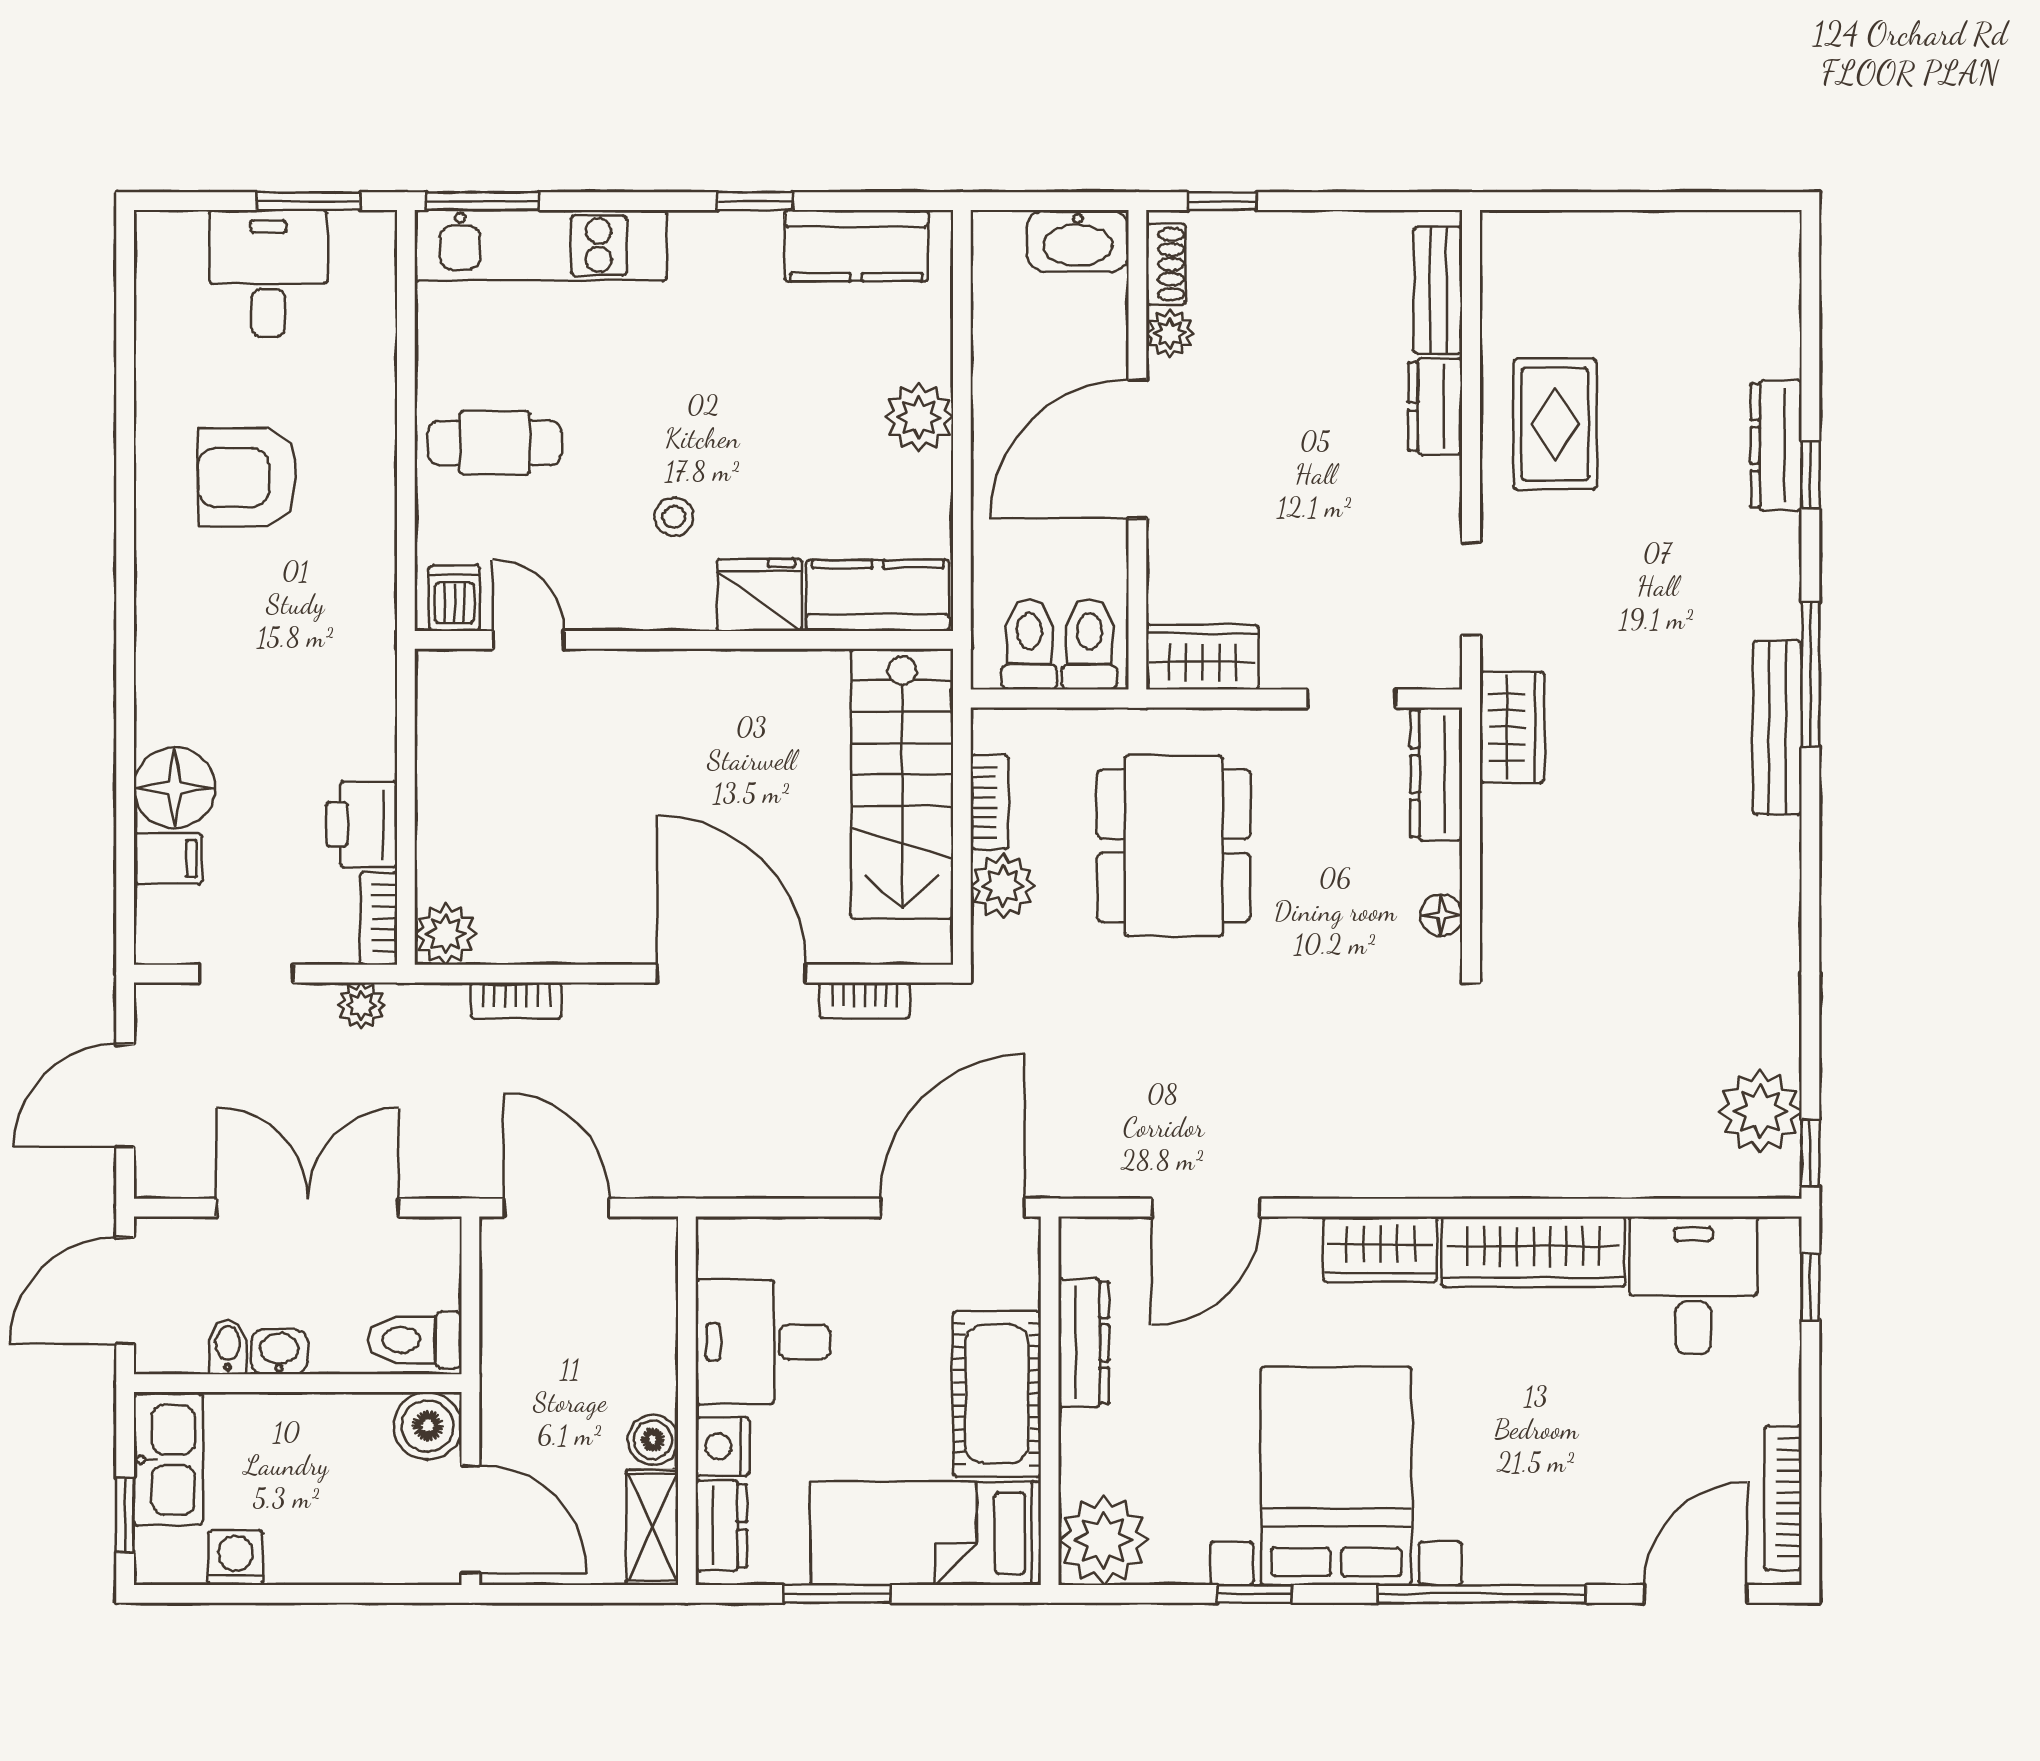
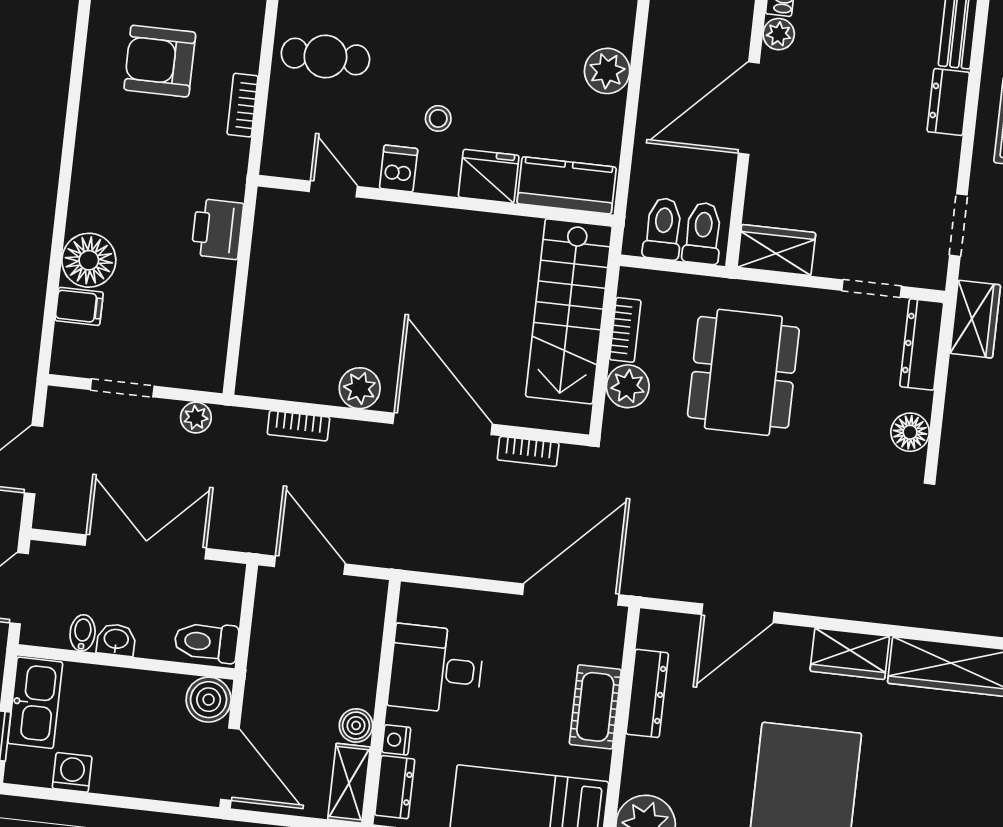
dishwasher: (454, 598) -> (399, 168), moved
printer: (362, 824) -> (217, 229), moved
floor lamp: (1441, 915) -> (910, 432), width x1.37, depth x1.37
bookcase: (379, 918) -> (242, 105), moved
plant: (446, 934) -> (360, 388), moved
cot: (997, 1394) -> (595, 707), width x0.73, depth x0.75
nightstand: (722, 1446) -> (396, 740), width x0.72, depth x0.74

